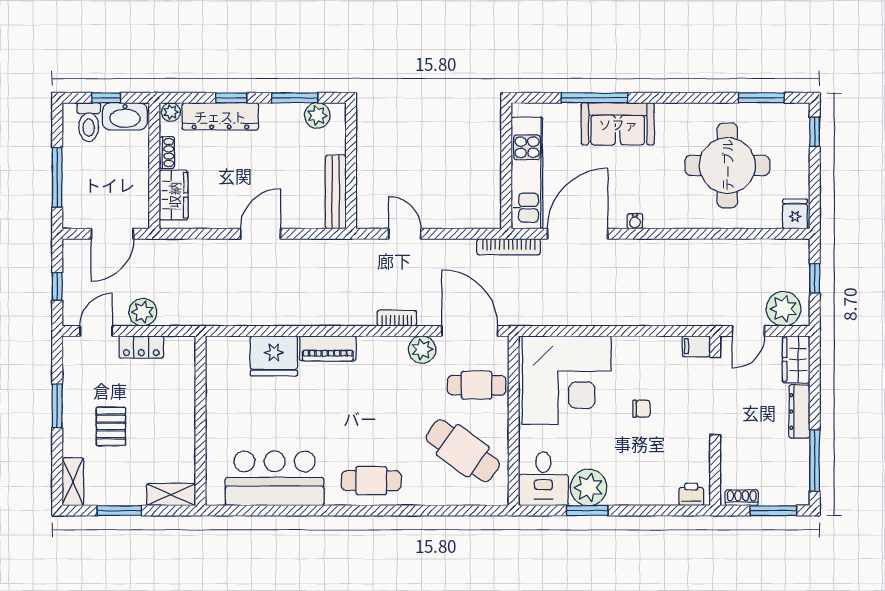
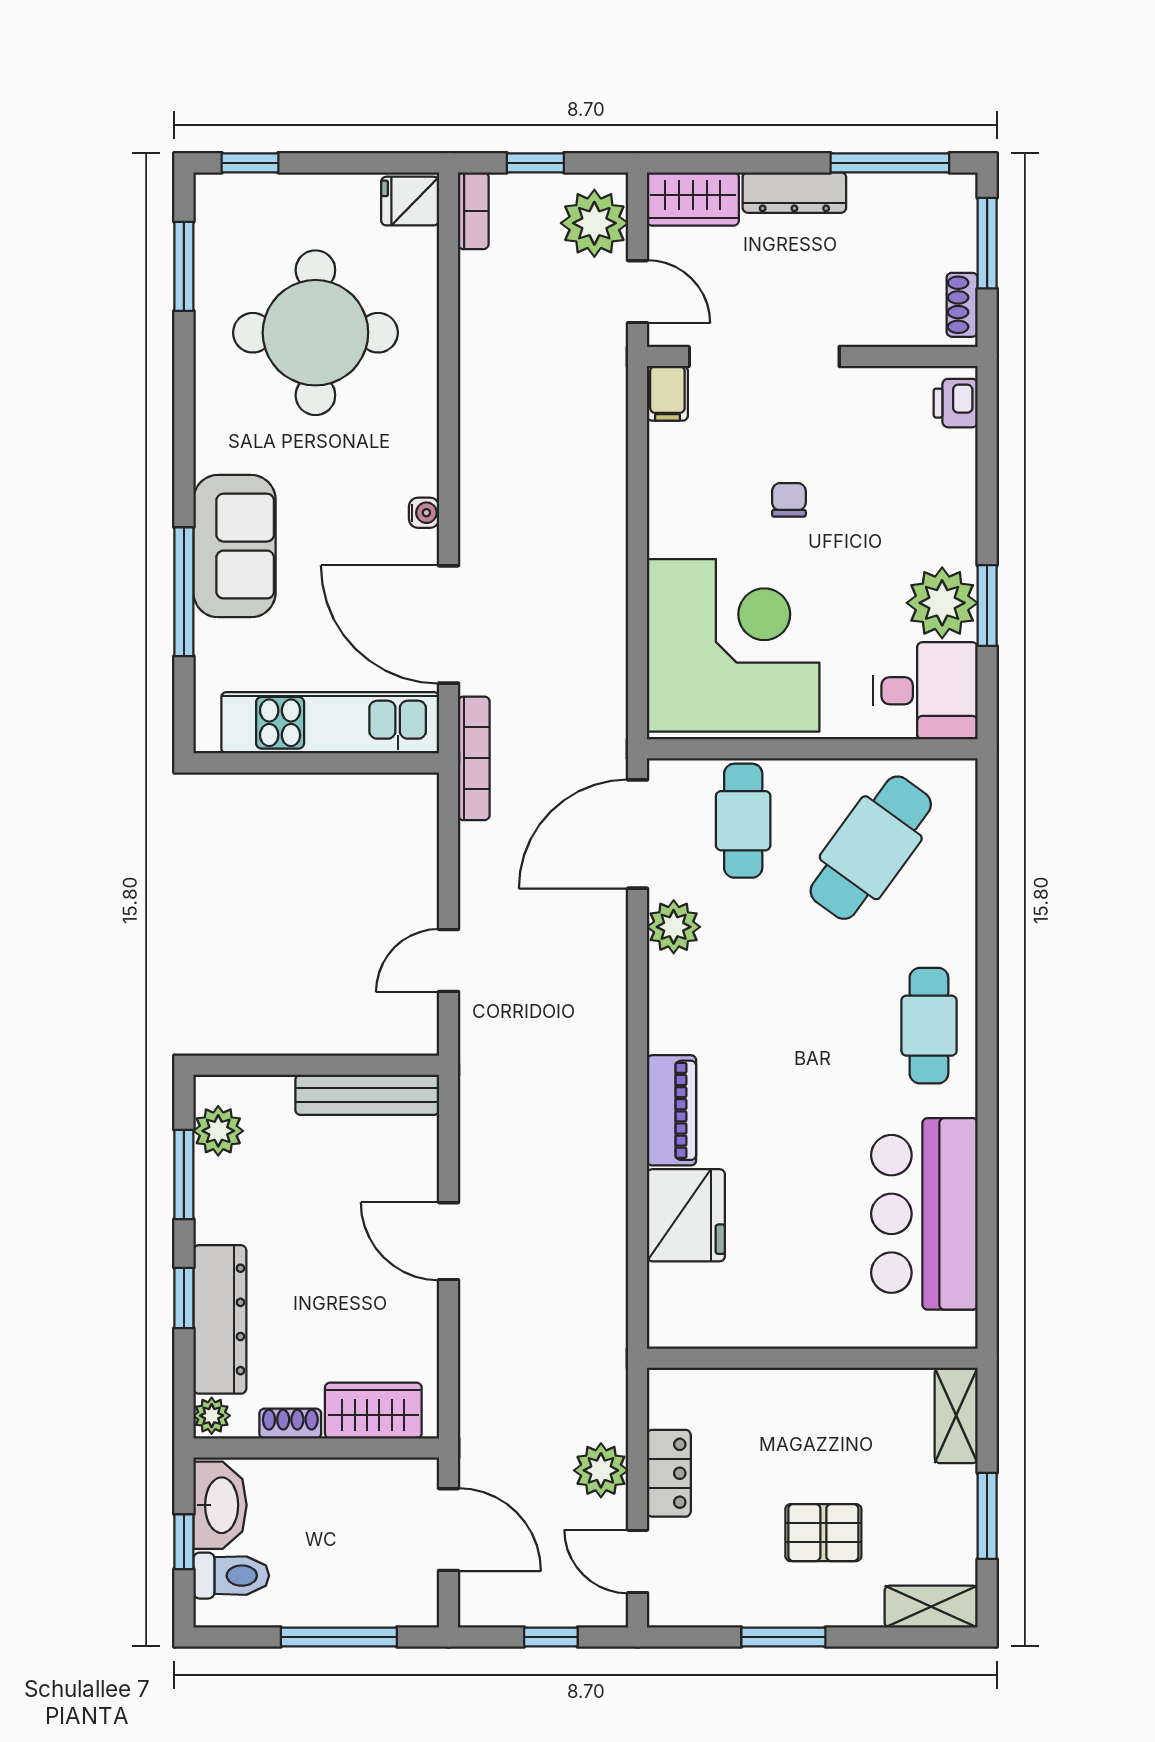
bookcase: (397, 318) -> (473, 211), moved, turned 180

